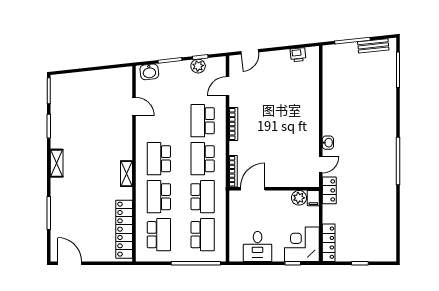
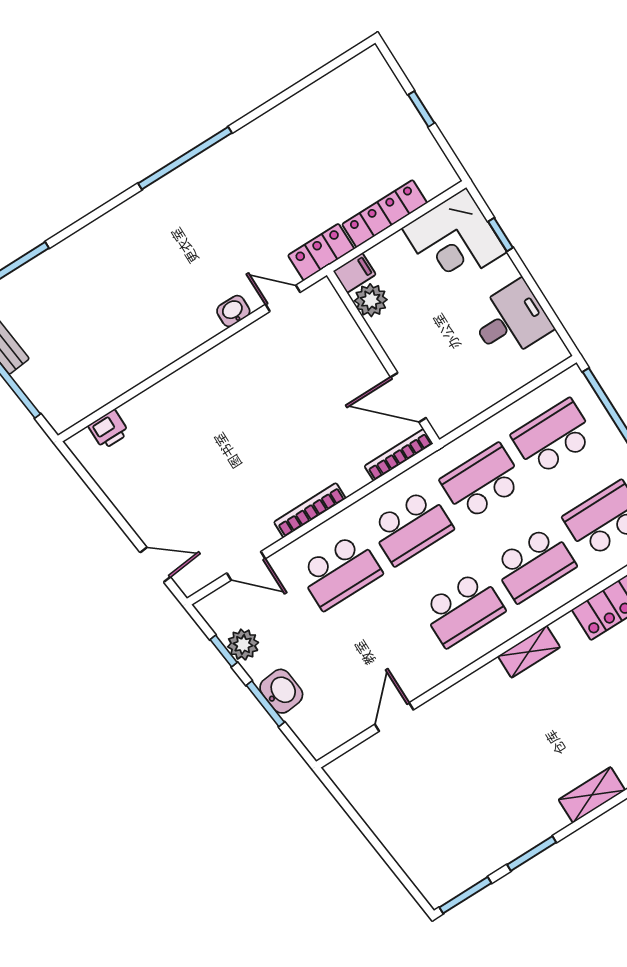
printer: (298, 55) -> (109, 429), moved, turned 96
washbasin: (149, 72) -> (281, 691), moved
locker: (329, 243) -> (385, 214), moved

